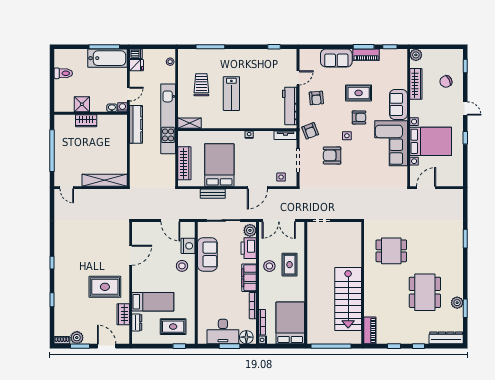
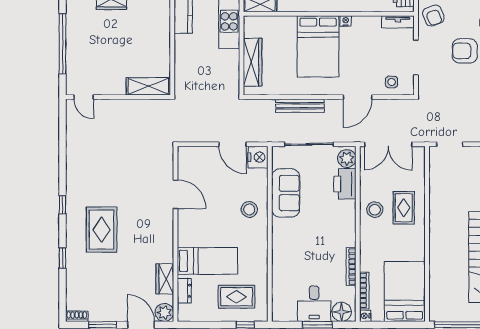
bed: (219, 165) -> (318, 46), moved, turned 180
shelving: (105, 180) -> (148, 86), width x0.68
bench: (213, 194) -> (300, 106), width x1.36
nightstand: (188, 246) -> (258, 157), moved
door: (131, 255) -> (175, 194), hinge flipped
filing cabinet: (249, 278) -> (346, 226), removed
rug: (105, 287) -> (102, 230), moved, turned 90
desk: (223, 332) -> (314, 304), width x0.73
plant: (77, 338) -> (164, 312), moved

